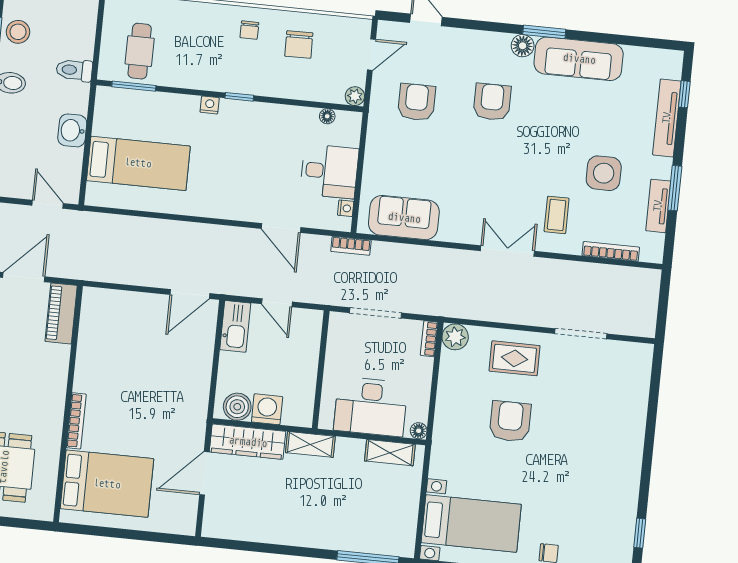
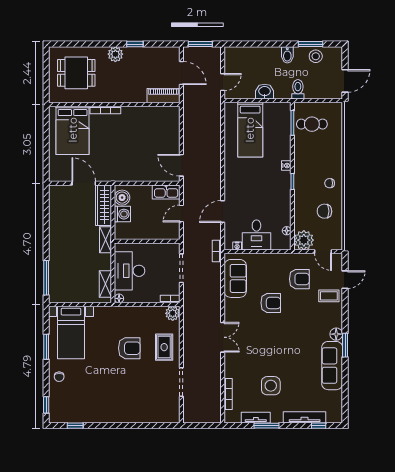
plant: (355, 96) -> (304, 240), width x1.87, depth x1.87
armchair: (492, 102) -> (271, 303), moved
coffee table: (557, 215) -> (329, 296), moved

